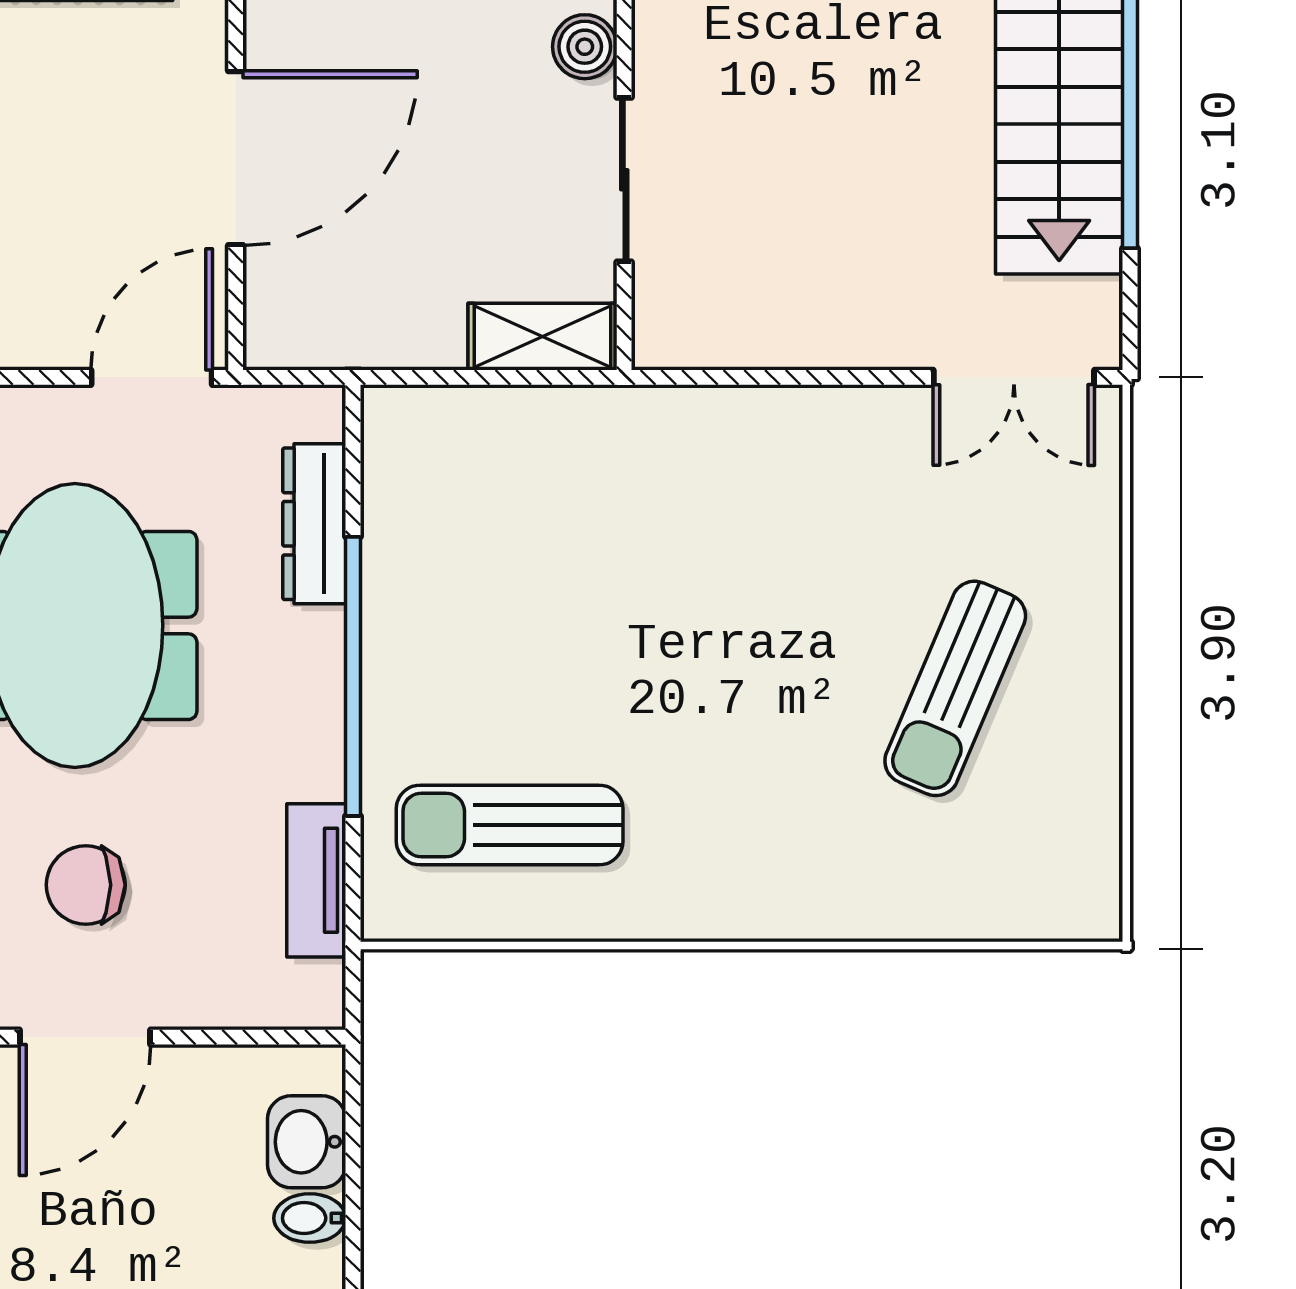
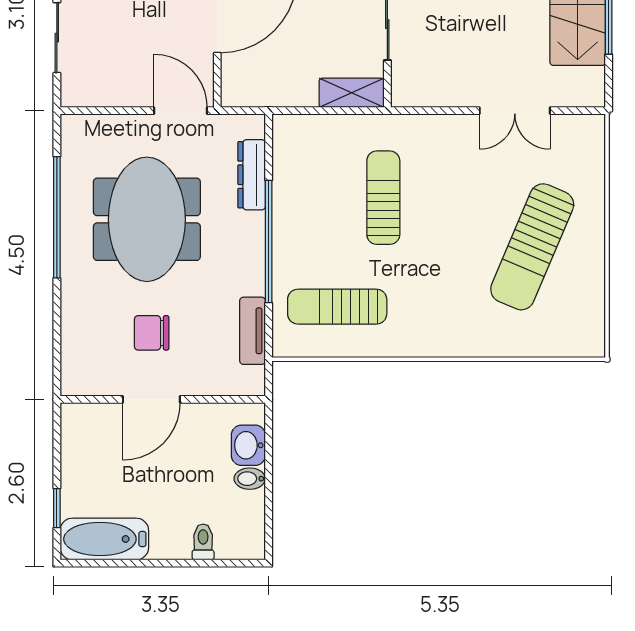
door: (152, 377) -> (181, 111), hinge flipped
double door: (1014, 377) -> (515, 111), moved
sun lounger: (615, 576) -> (383, 198), added
sun lounger: (955, 688) -> (532, 247), width x1.36, depth x1.34

